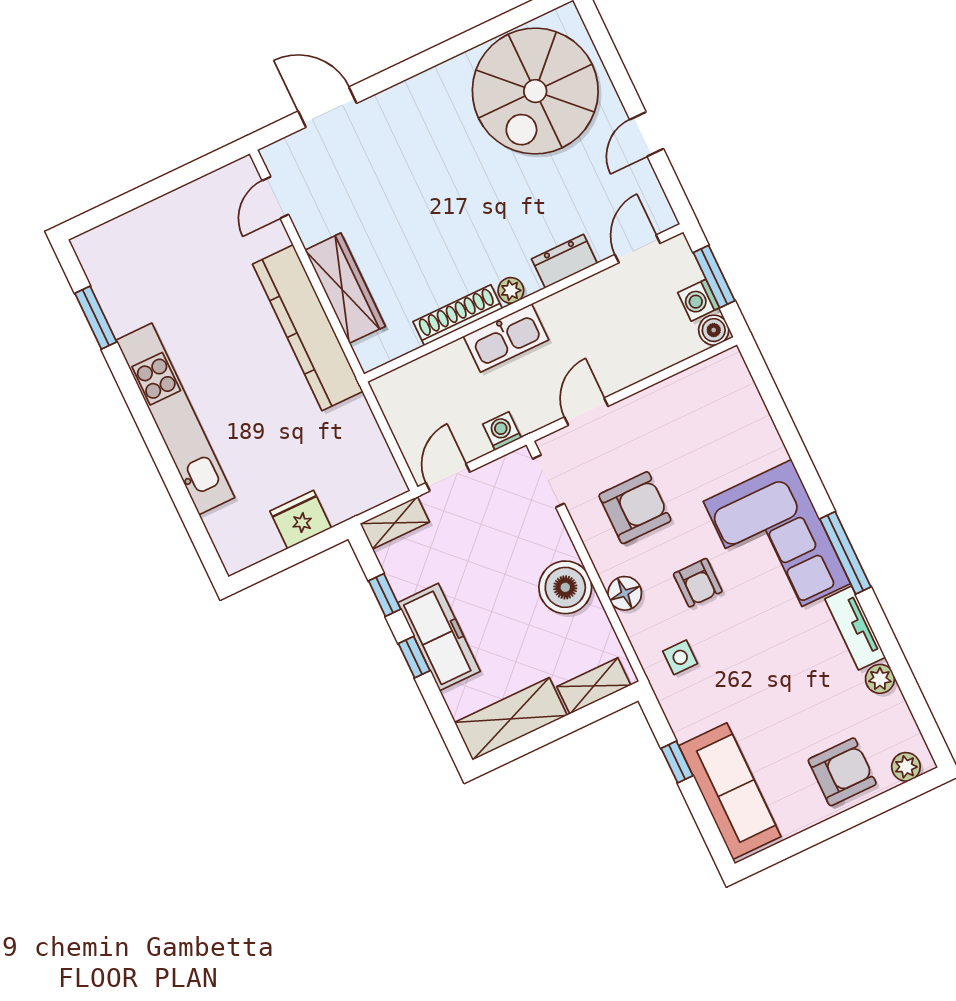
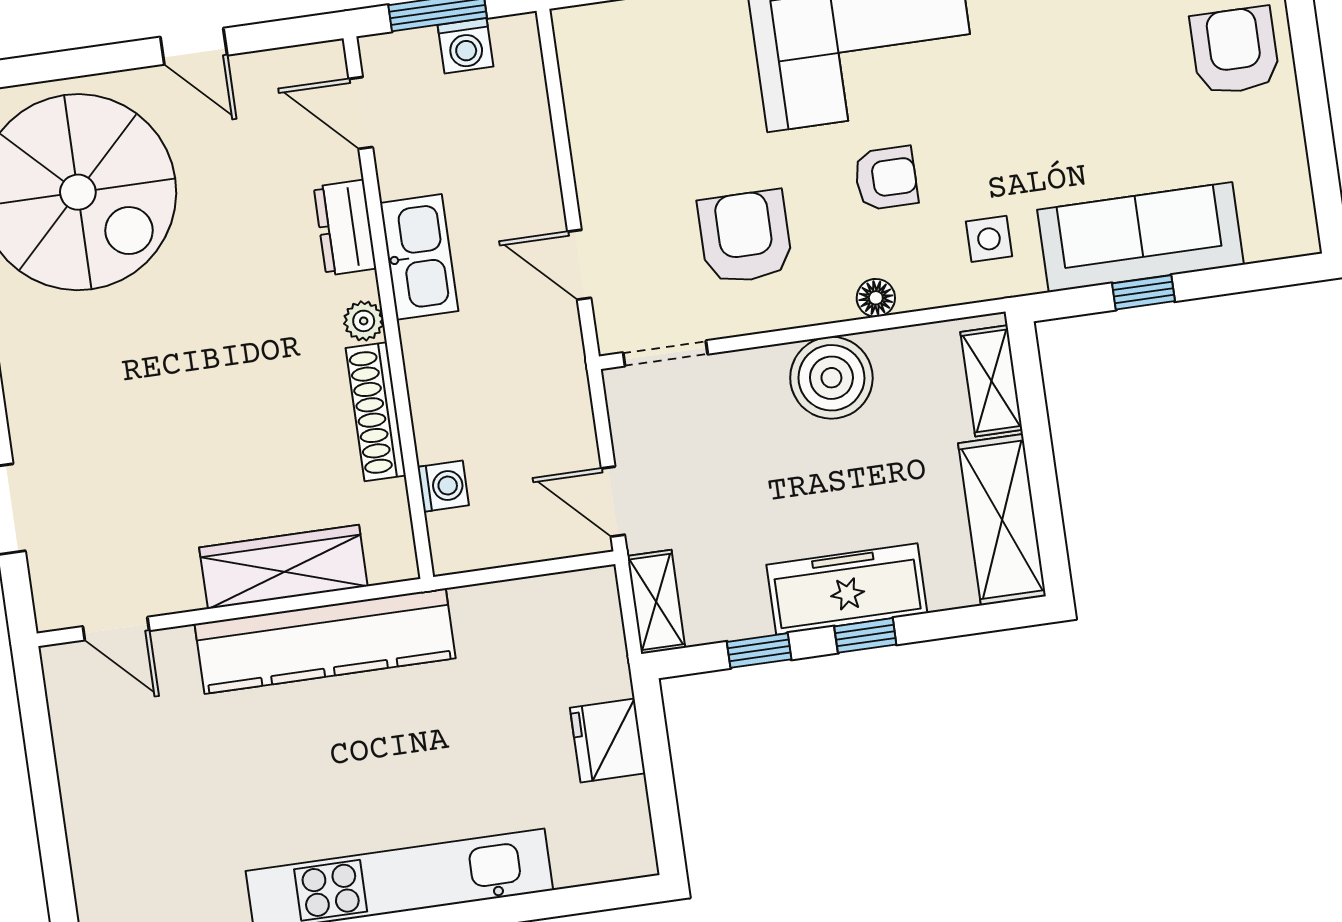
boiler: (714, 330) -> (517, 37), removed
kitchen sink: (506, 338) -> (419, 257), moved
washing machine: (502, 431) -> (443, 486), moved, turned 180
floor lamp: (625, 593) -> (876, 298), width x0.73, depth x0.73
sofa: (730, 791) -> (1141, 237), moved

